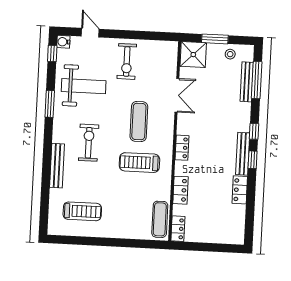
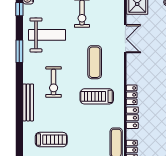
exercise bike: (89, 143) -> (54, 82), turned 180
locker: (182, 148) -> (132, 95), moved

